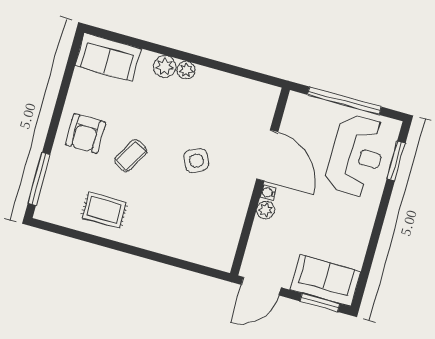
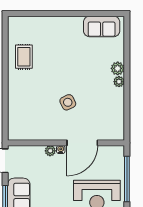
sofa: (108, 57) -> (102, 26), moved, turned -90
armchair: (86, 134) -> (66, 33), removed
coffee table: (131, 156) -> (60, 63), removed
window: (39, 179) -> (31, 13), removed

